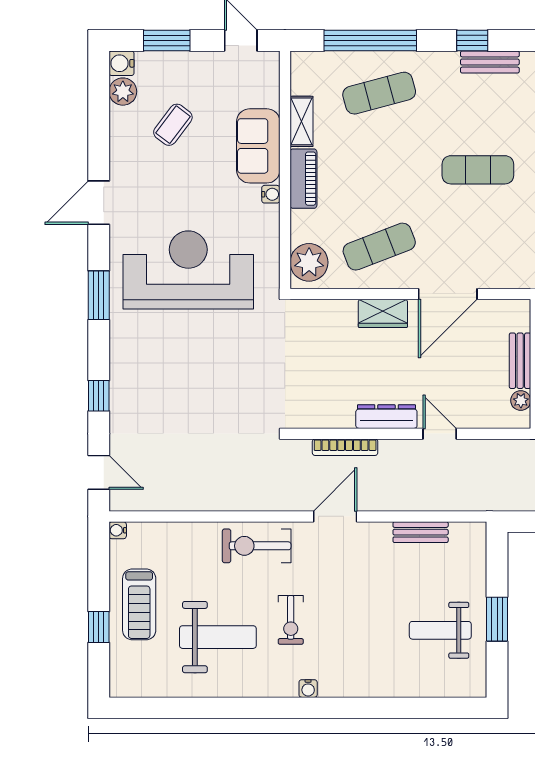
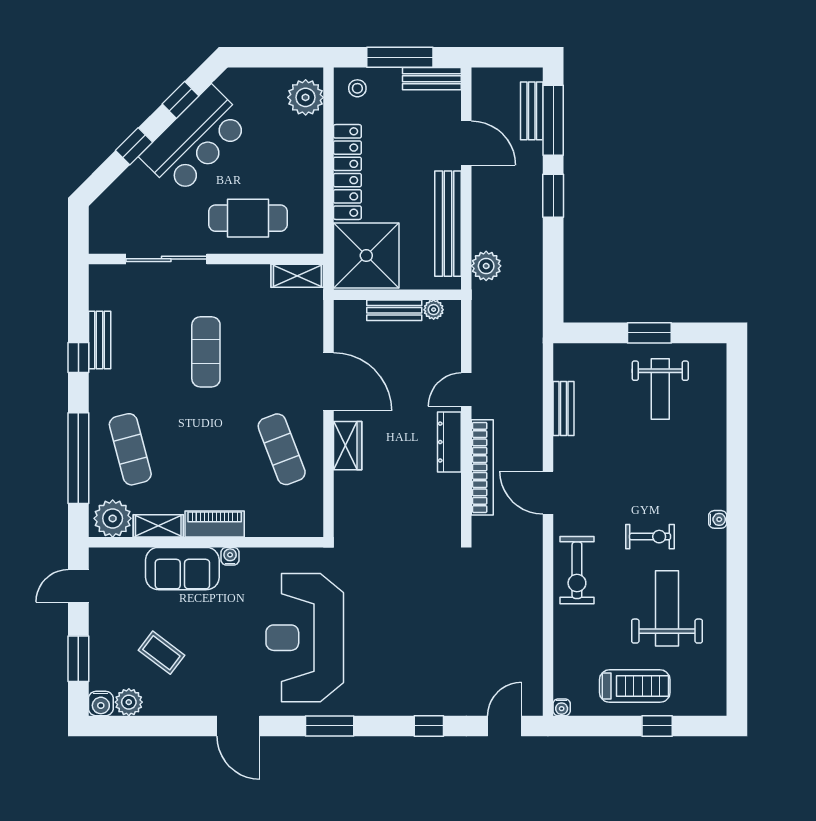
plant: (309, 262) -> (113, 518), moved
bookcase: (345, 447) -> (482, 467), width x1.48, depth x1.31

